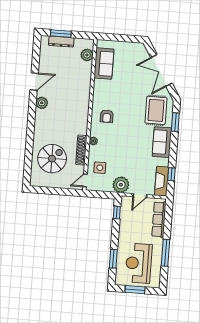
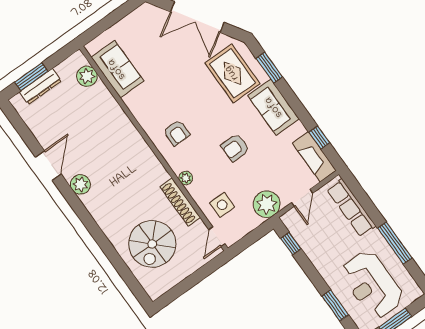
armchair: (128, 146) -> (235, 148), added
spiral stairs: (52, 159) -> (152, 244), turned 180

